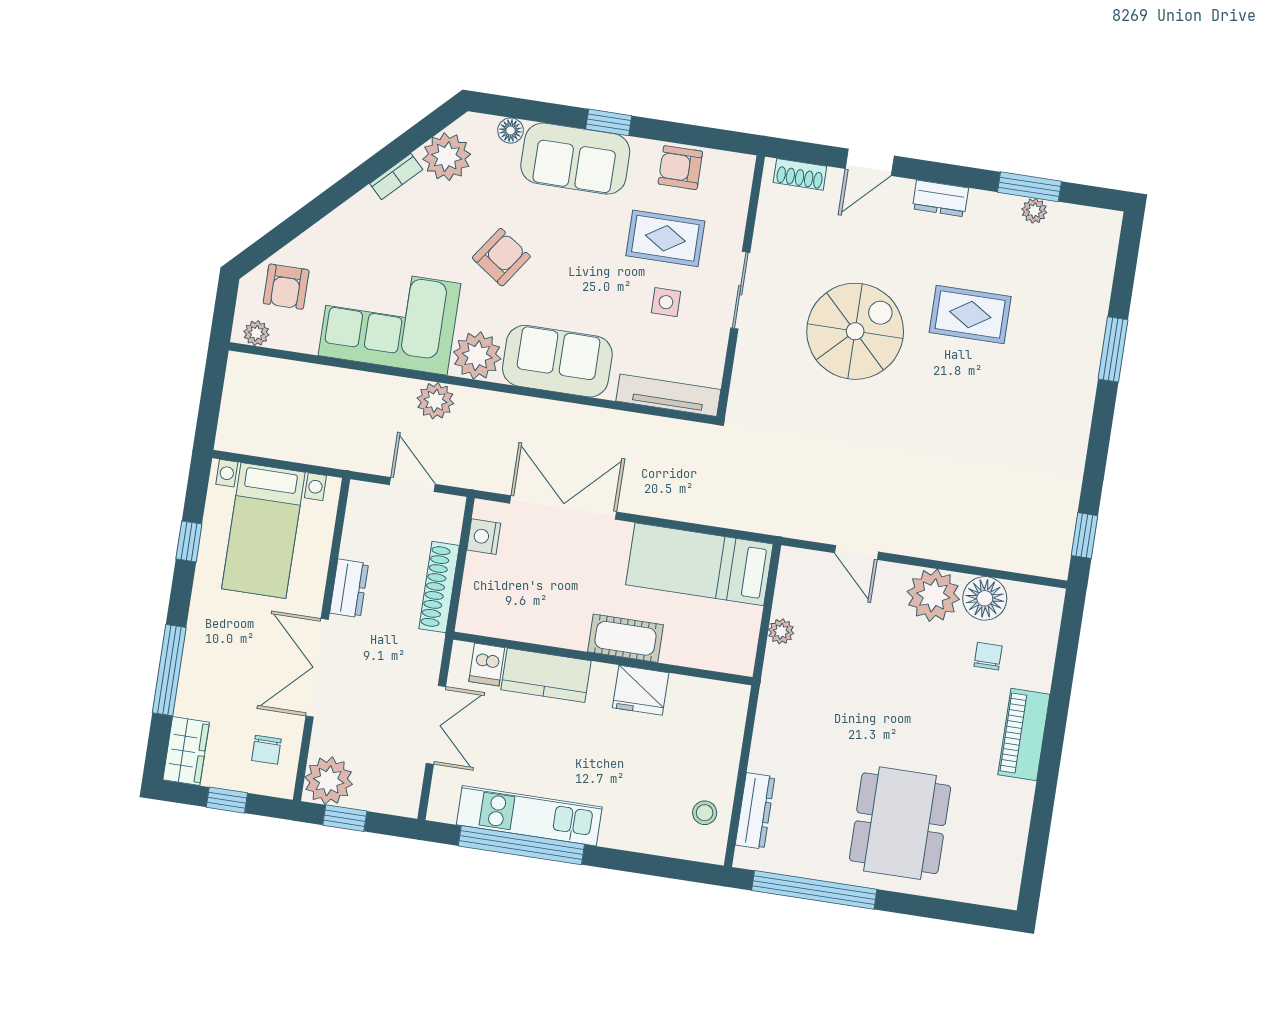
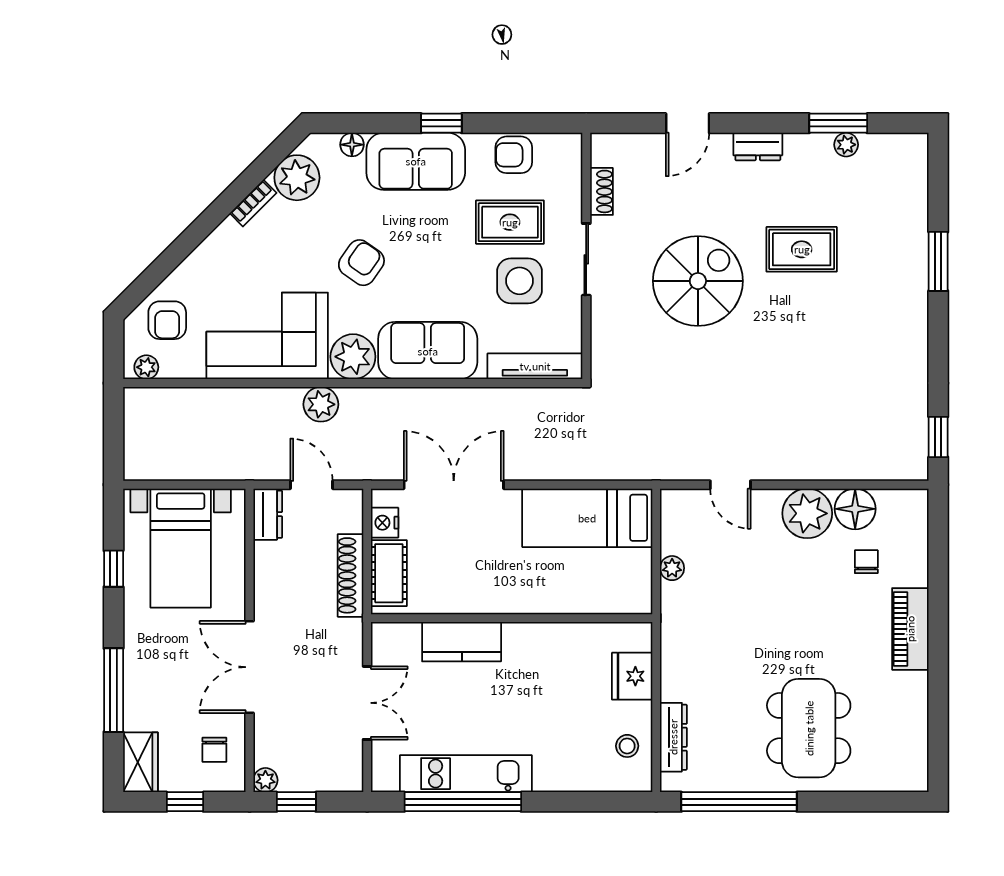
shoe rack: (800, 174) -> (601, 191), moved, turned -90
side table: (666, 302) -> (519, 281), width x1.87, depth x1.87
dresser: (349, 588) -> (268, 514), moved
cot: (626, 638) -> (389, 573), moved, turned 90
dishwasher: (487, 665) -> (405, 640), removed
fridge: (641, 690) -> (632, 676), moved, turned 90
plant: (329, 781) -> (265, 780), width x0.53, depth x0.53

